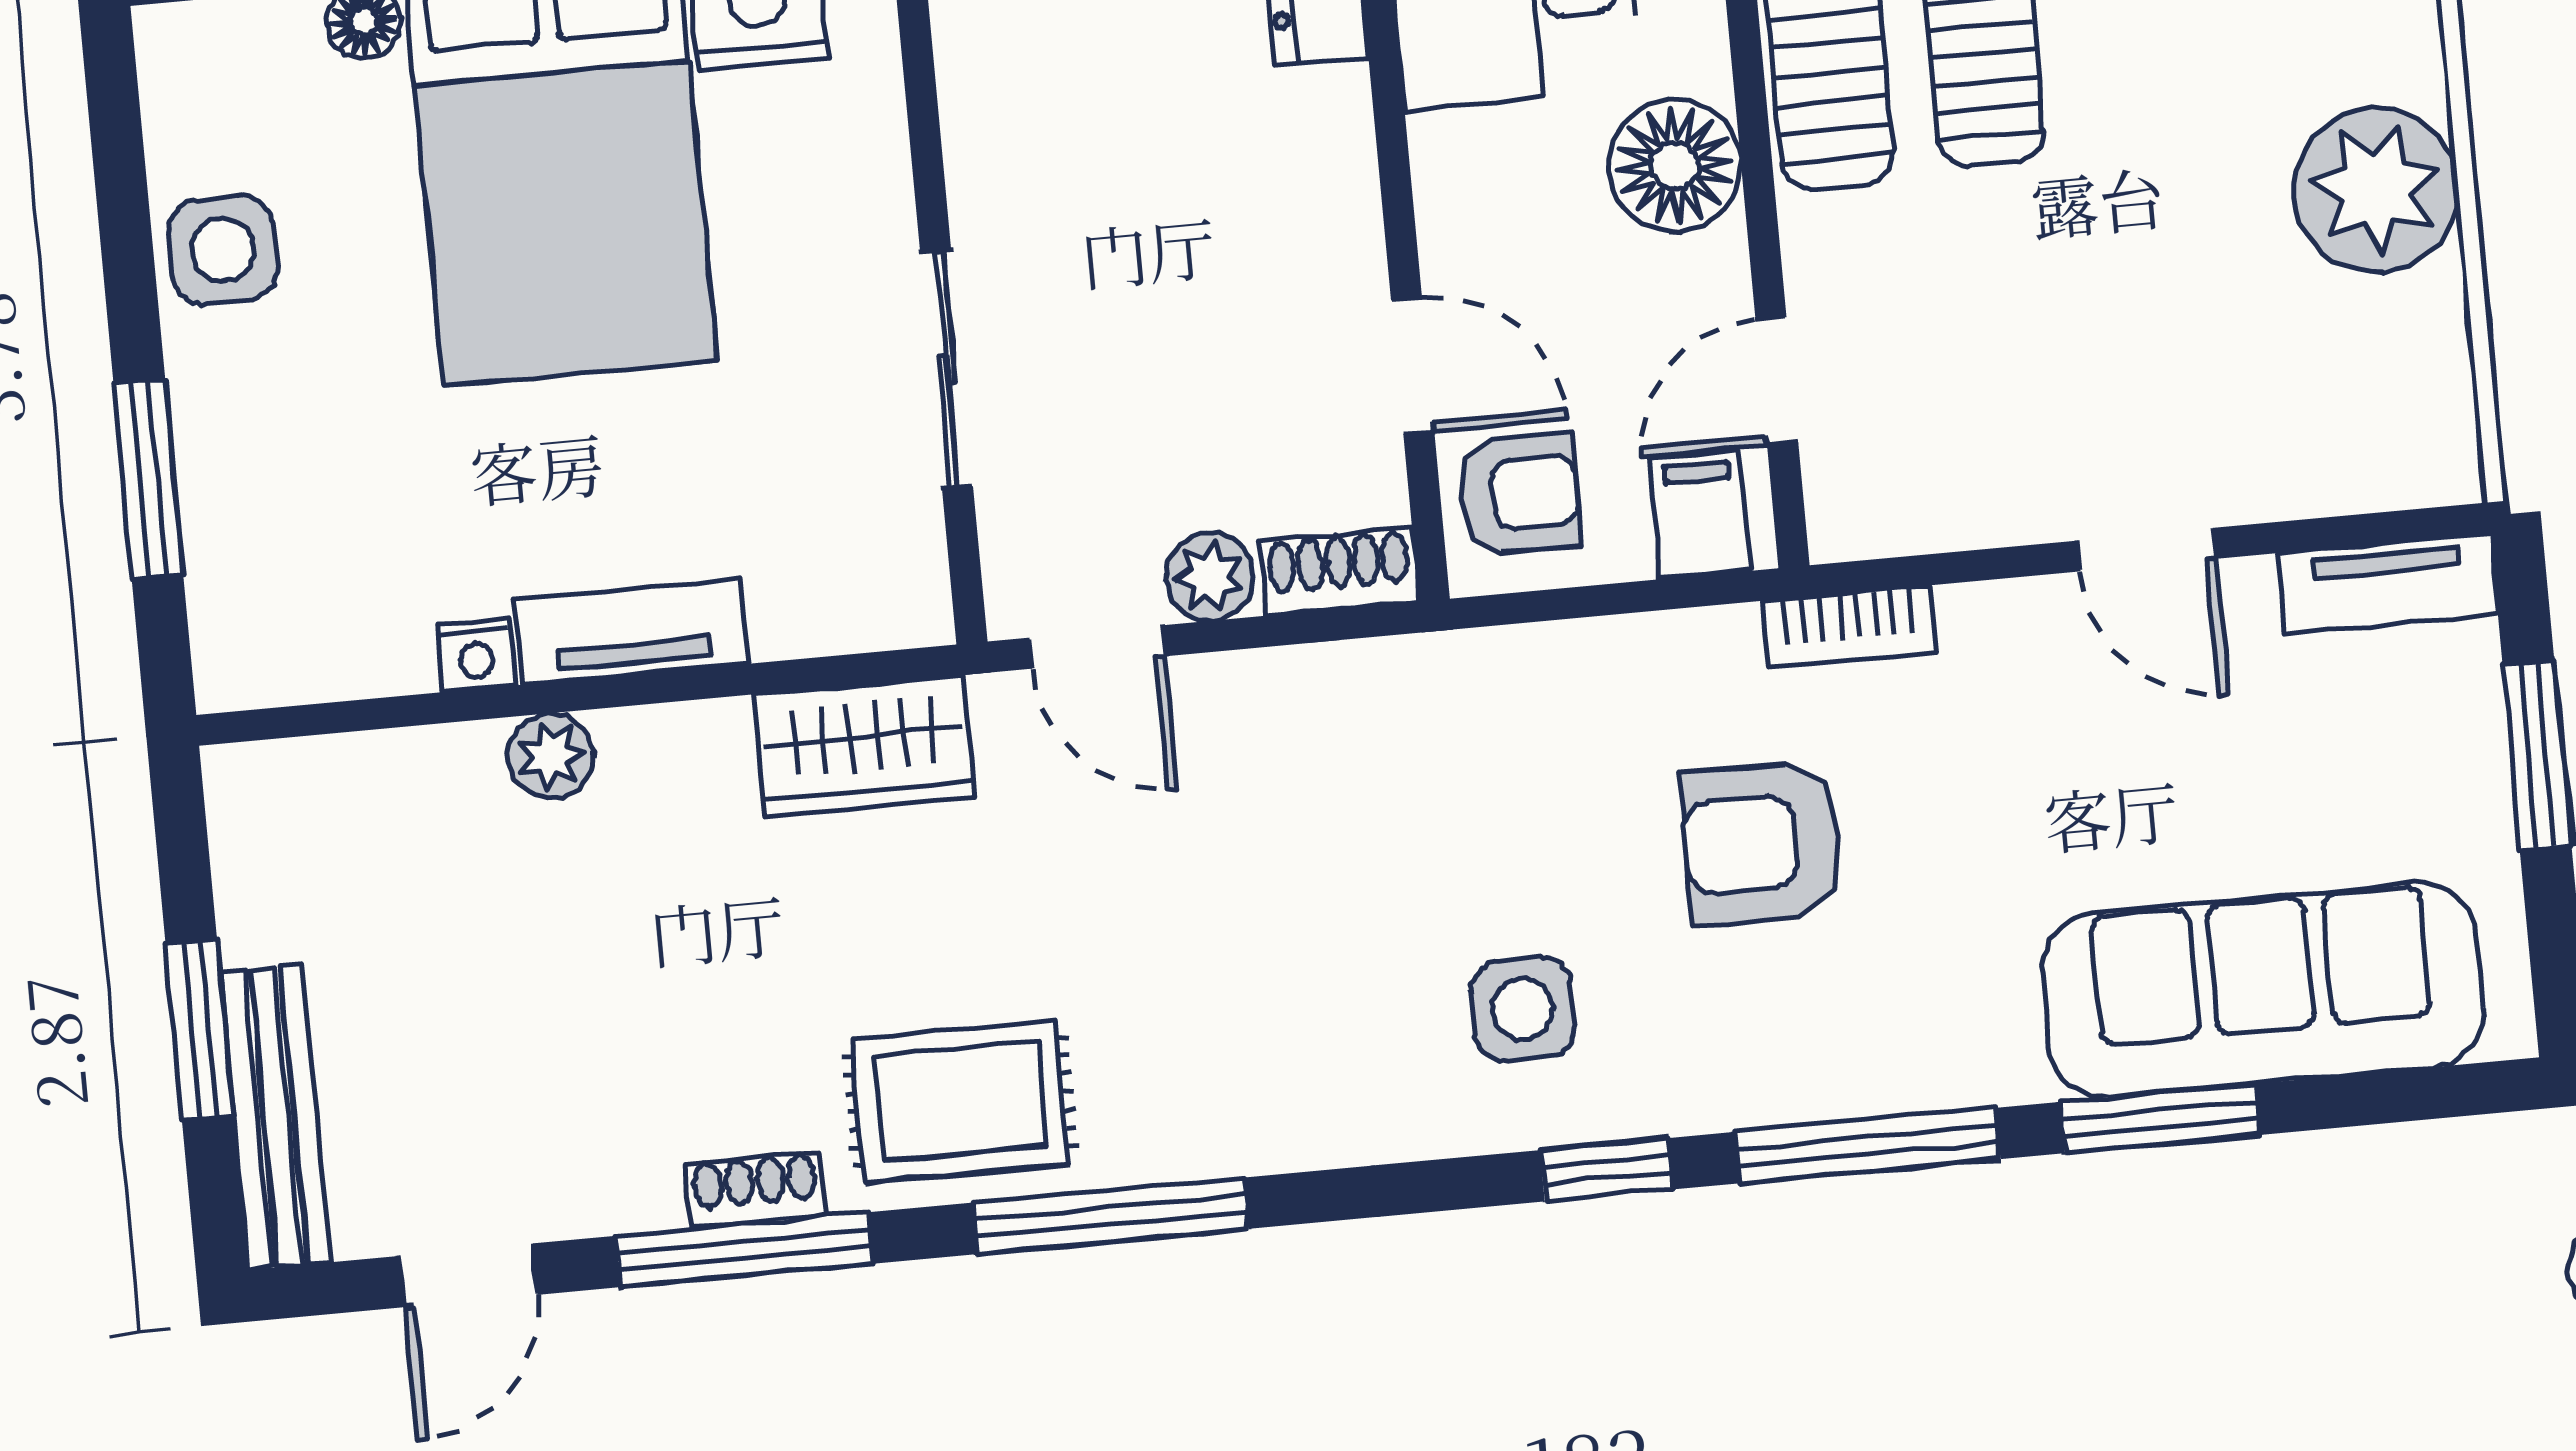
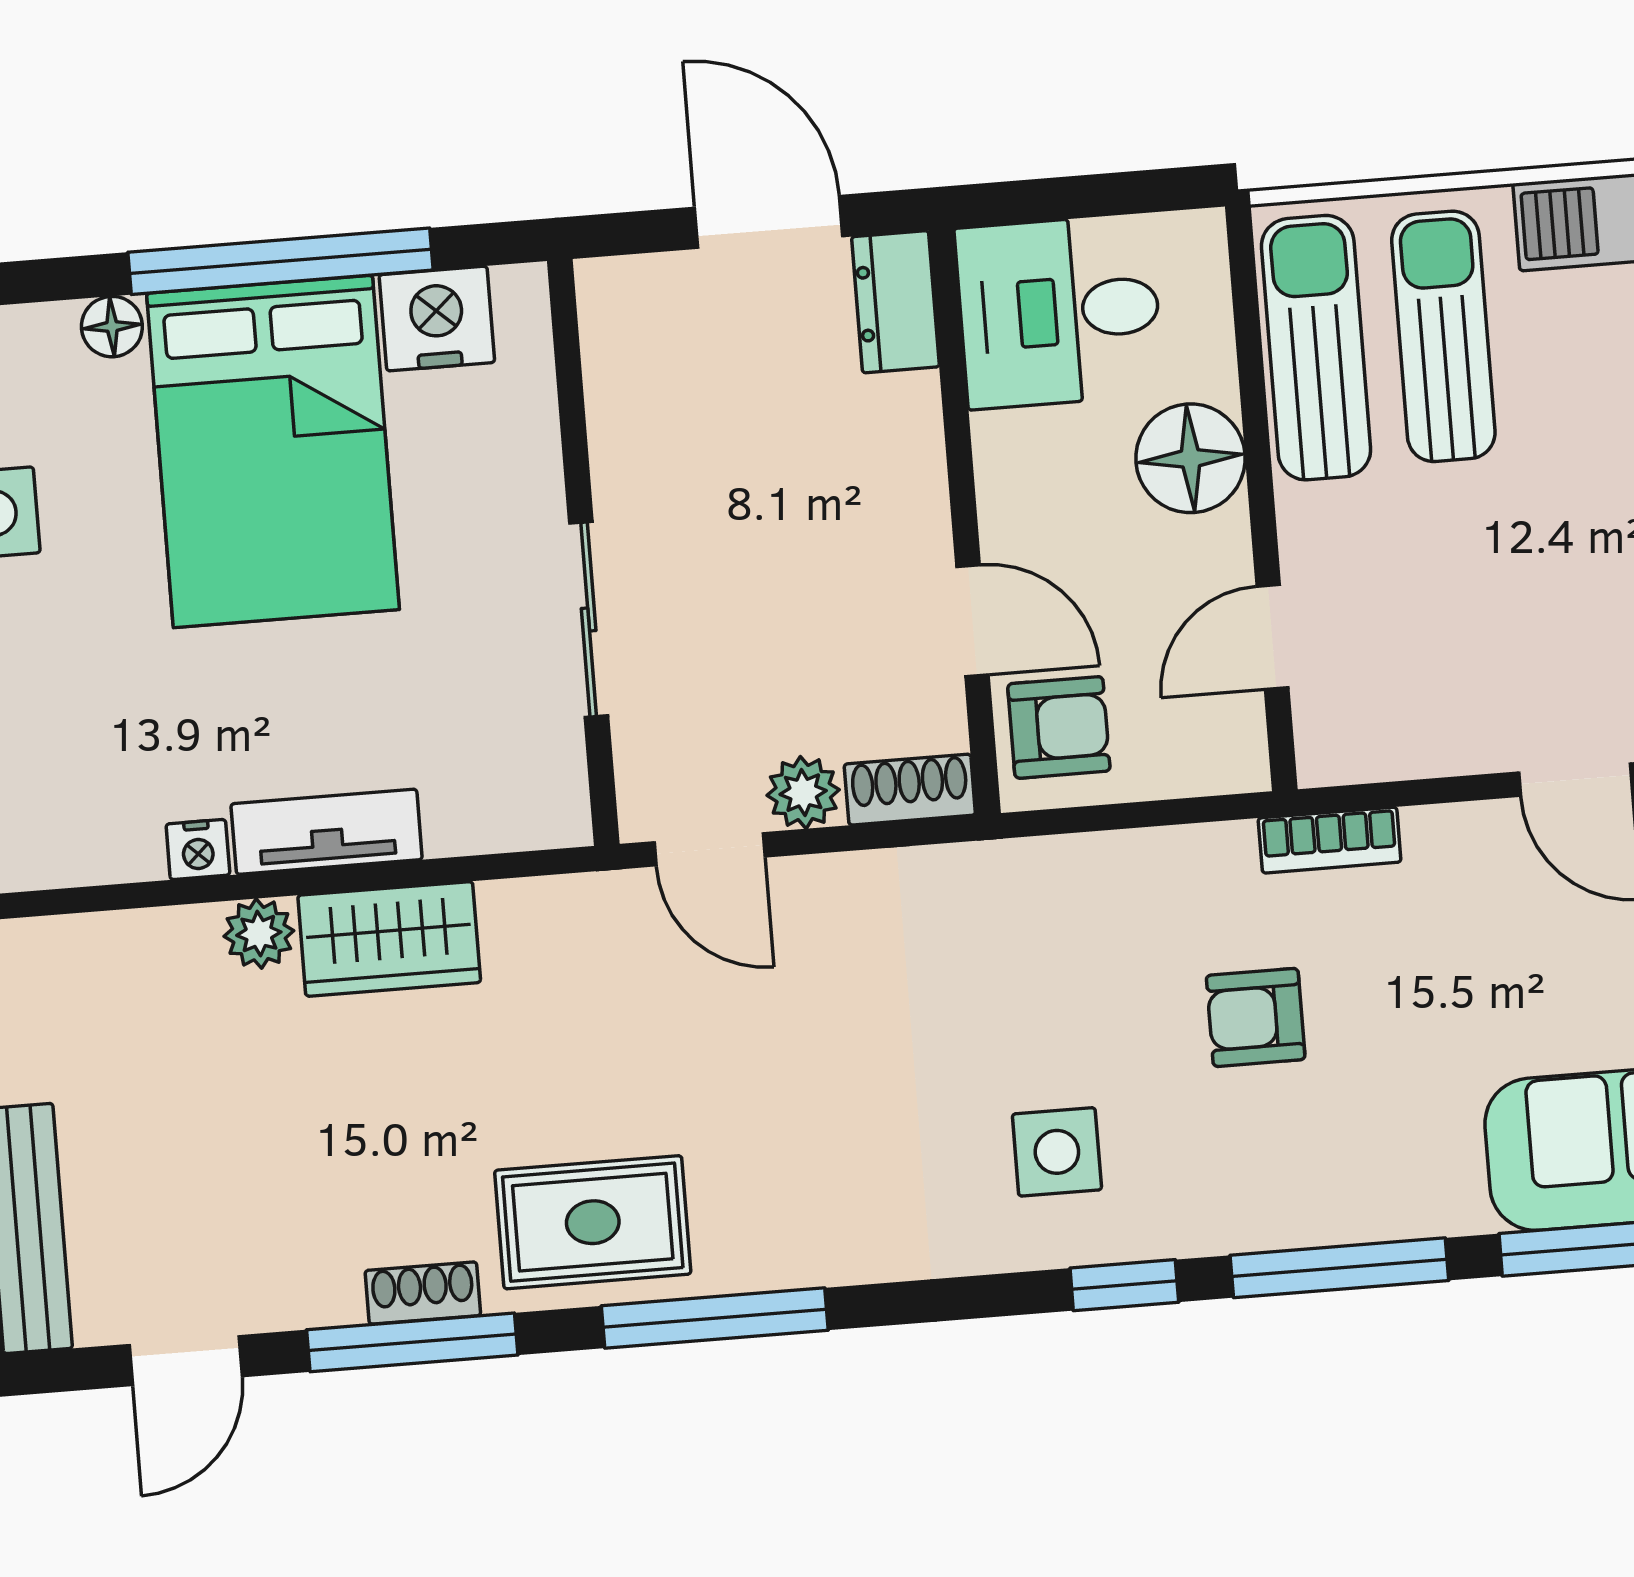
filing cabinet: (1700, 515) -> (1208, 746), removed
wardrobe: (864, 746) -> (389, 939), moved
armchair: (1762, 843) -> (1256, 1017), width x0.72, depth x0.72

